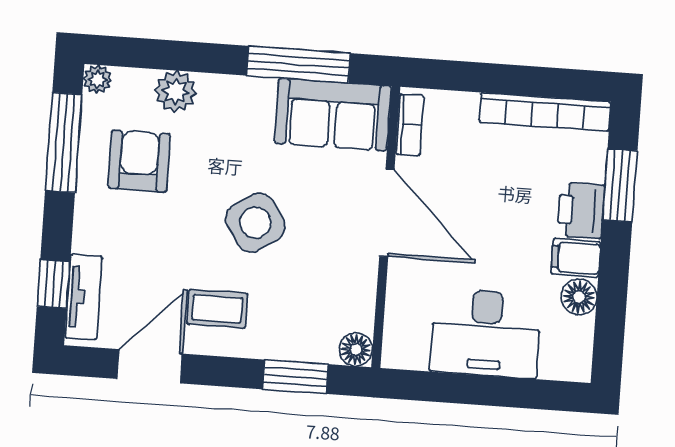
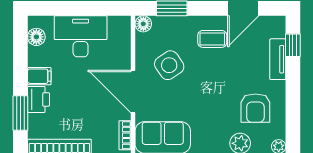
window: (64, 143) -> (293, 114), removed
side table: (255, 223) -> (169, 65), moved
tv unit: (84, 297) -> (278, 59), moved
floor lamp: (579, 297) -> (36, 37), moved

